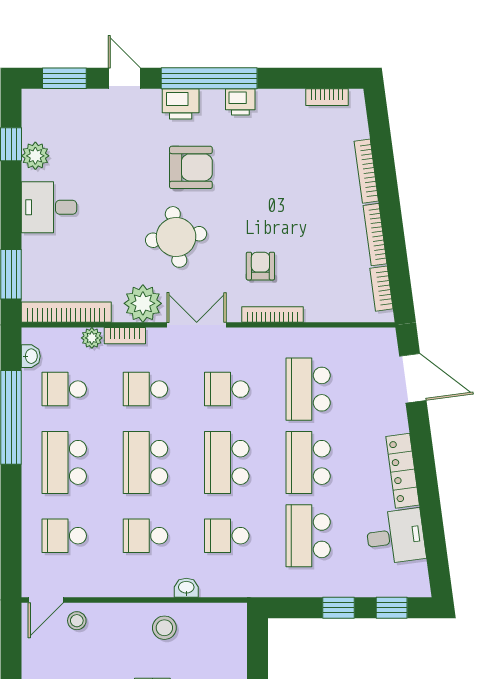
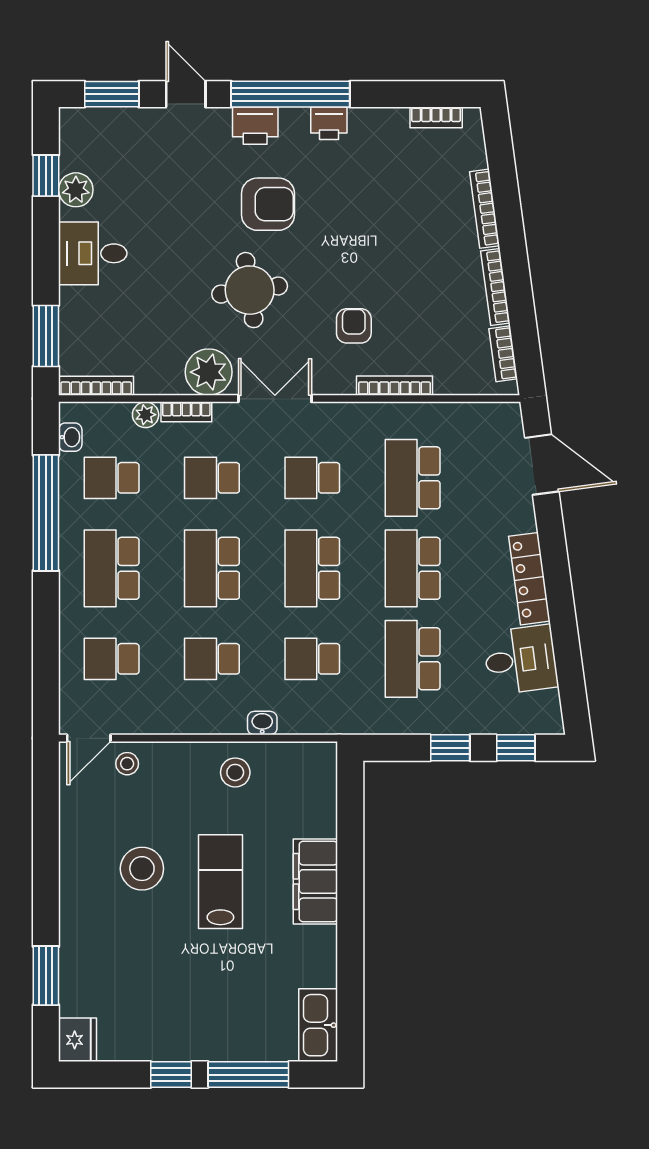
bookcase: (66, 312) -> (96, 386), width x0.68, depth x0.76
bookcase: (272, 314) -> (395, 386), moved

